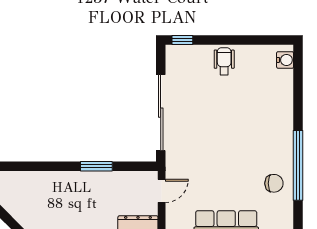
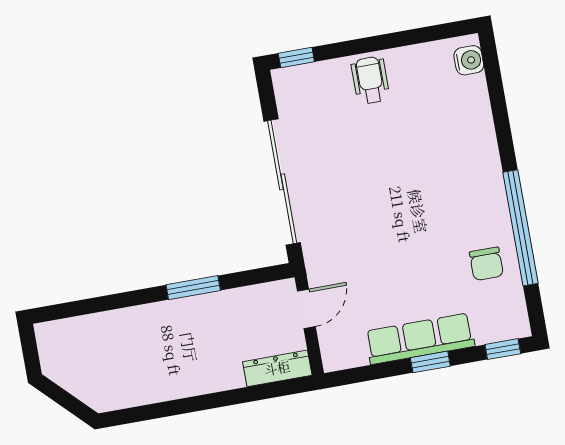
chair: (274, 183) -> (486, 264), turned 90

